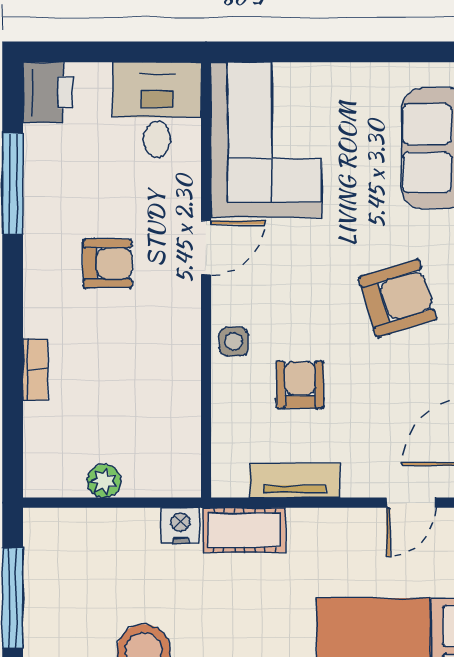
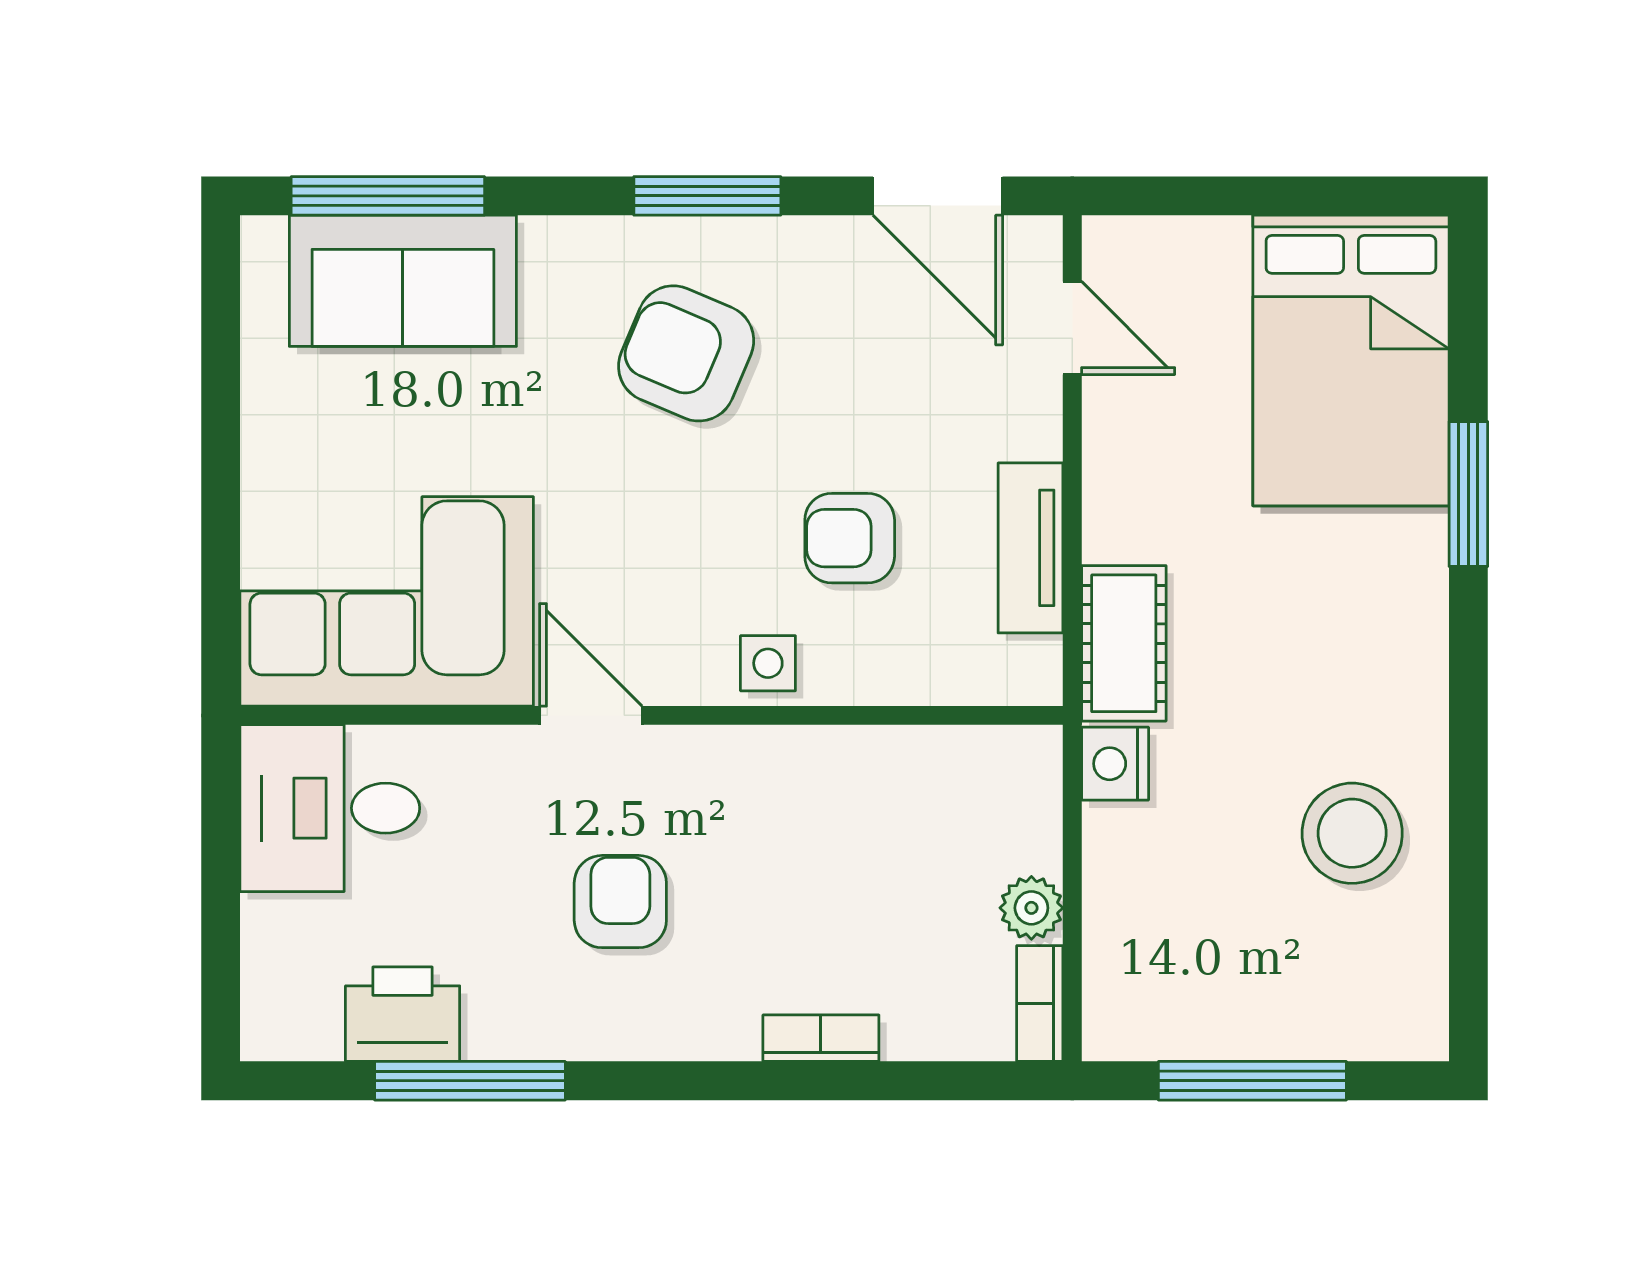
printer: (48, 92) -> (403, 1014), moved
armchair: (398, 298) -> (686, 353), turned -50
bookcase: (54, 485) -> (1040, 1004), added

